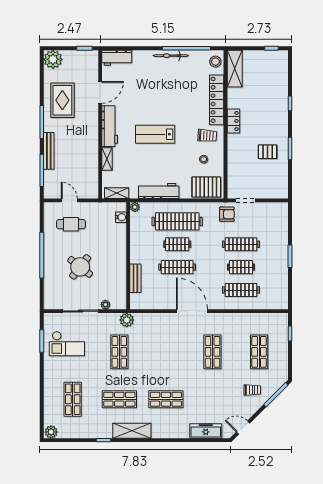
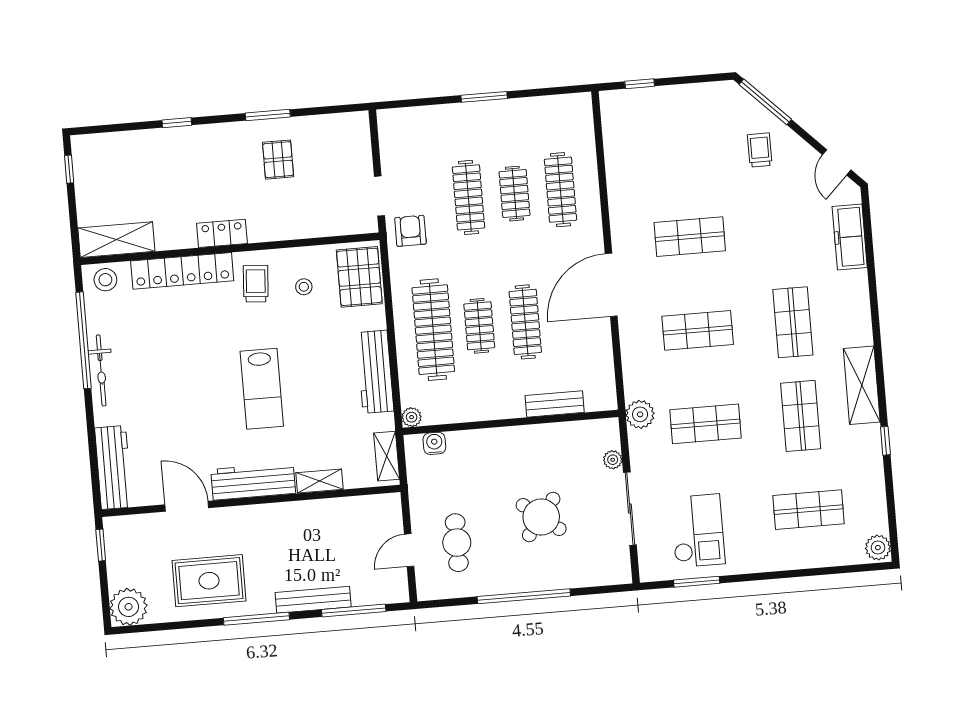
workbench: (117, 58) -> (113, 467), width x1.38
shop shelf: (259, 352) -> (698, 330), moved

